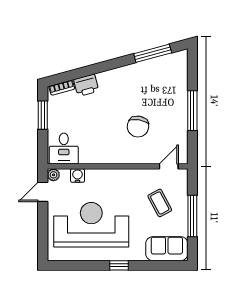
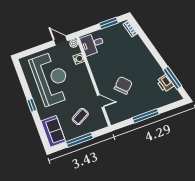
printer: (86, 85) -> (165, 83), moved
chair: (138, 127) -> (123, 85), turned 125
door: (169, 166) -> (101, 101), moved

